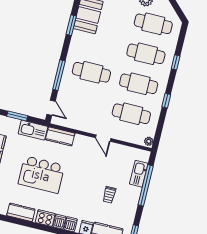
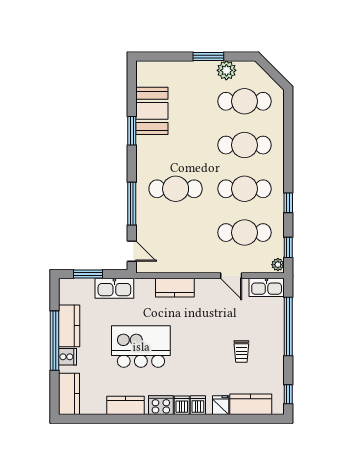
window: (176, 62) -> (288, 247), moved
kitchen counter: (60, 136) -> (175, 288), moved
door: (103, 138) -> (231, 276), moved
kitchen sink: (139, 174) -> (267, 287), moved, turned -90
kitchen island: (41, 175) -> (141, 347), turned 180

